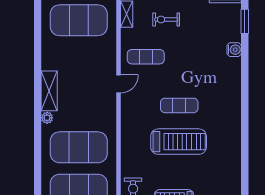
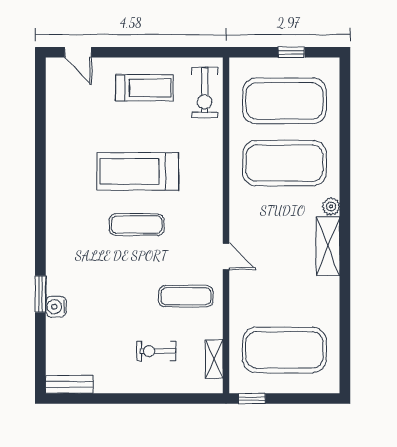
exercise bike: (166, 19) -> (156, 351), turned 180
window: (245, 21) -> (40, 294), moved
door: (118, 84) -> (226, 256), swing flipped

